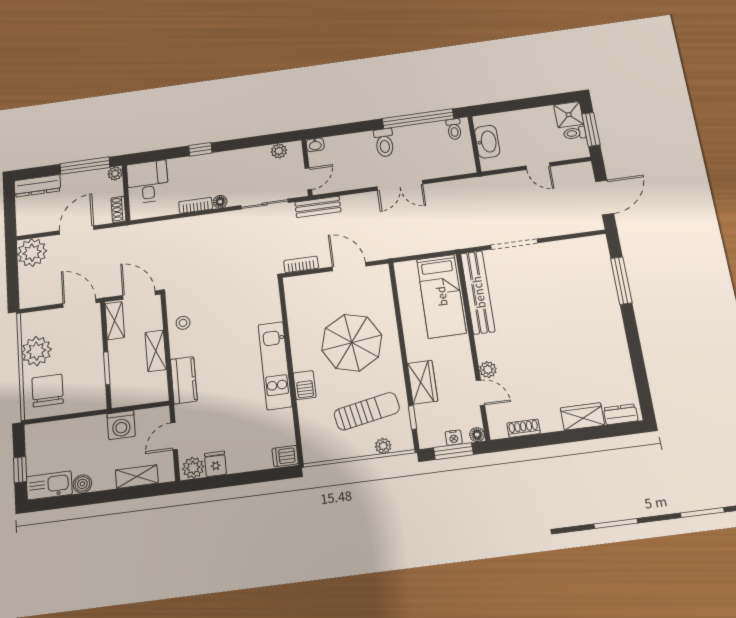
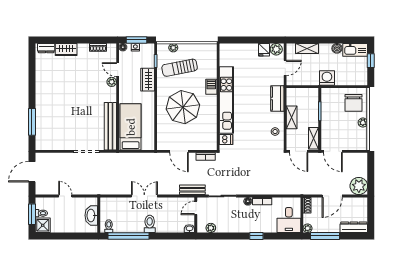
plant: (36, 351) -> (363, 123), width x0.53, depth x0.53
kitchen unit: (275, 365) -> (226, 100), width x1.36
washing machine: (121, 425) -> (327, 78), moved
dishwasher: (285, 456) -> (226, 139), moved

